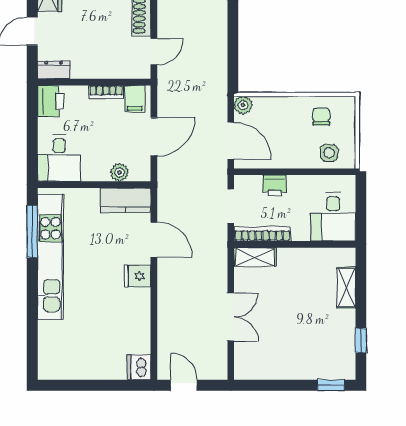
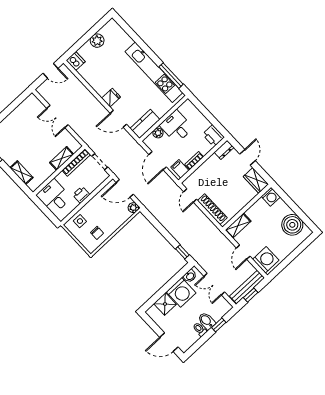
desk: (59, 158) -> (176, 127), moved
printer: (275, 186) -> (81, 195), moved
shelving: (255, 257) -> (62, 158), moved
plant: (86, 368) -> (97, 41), added

